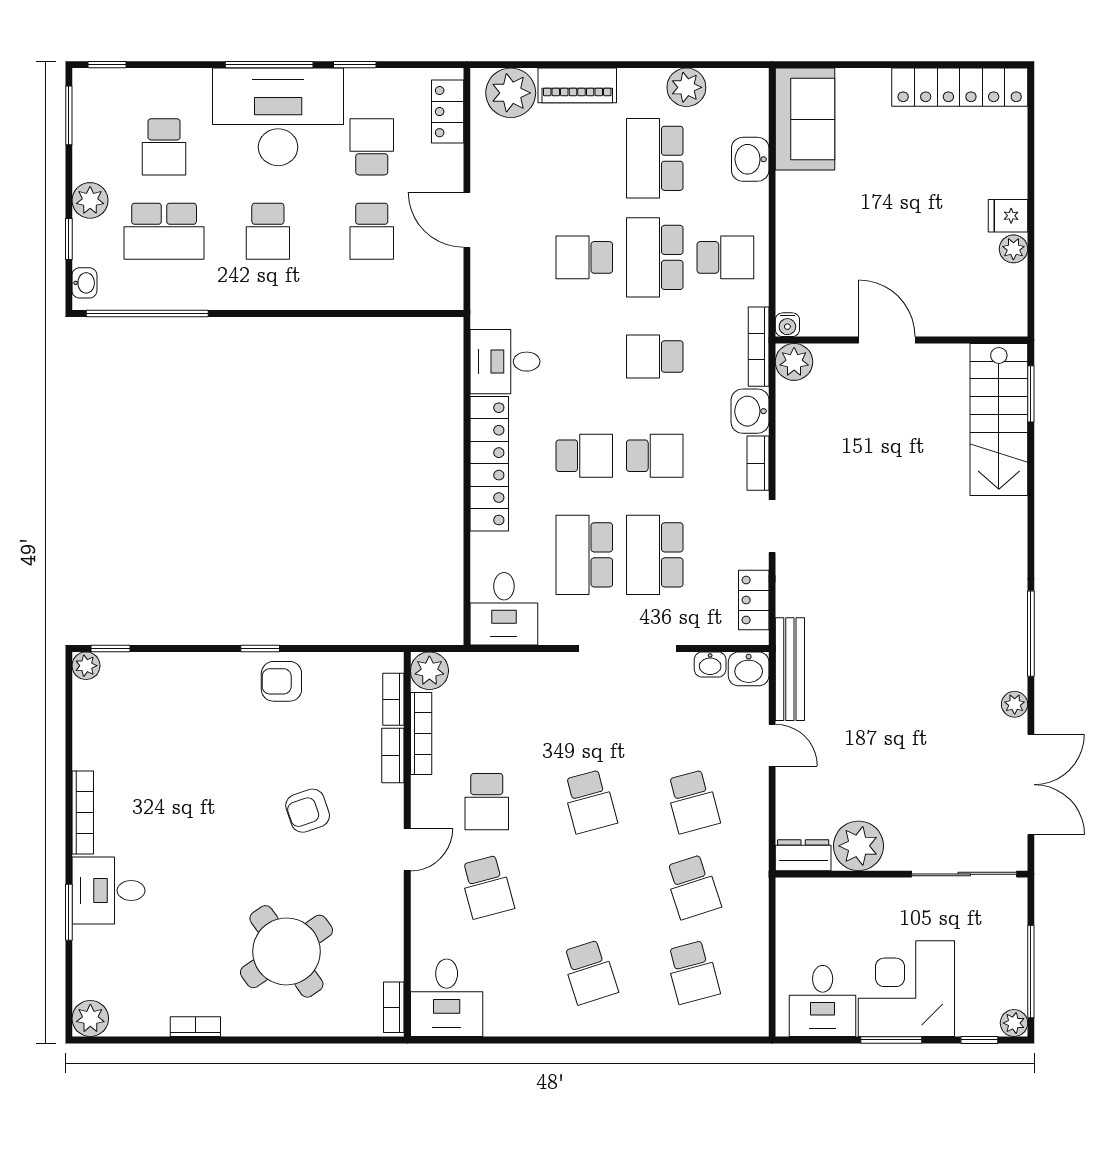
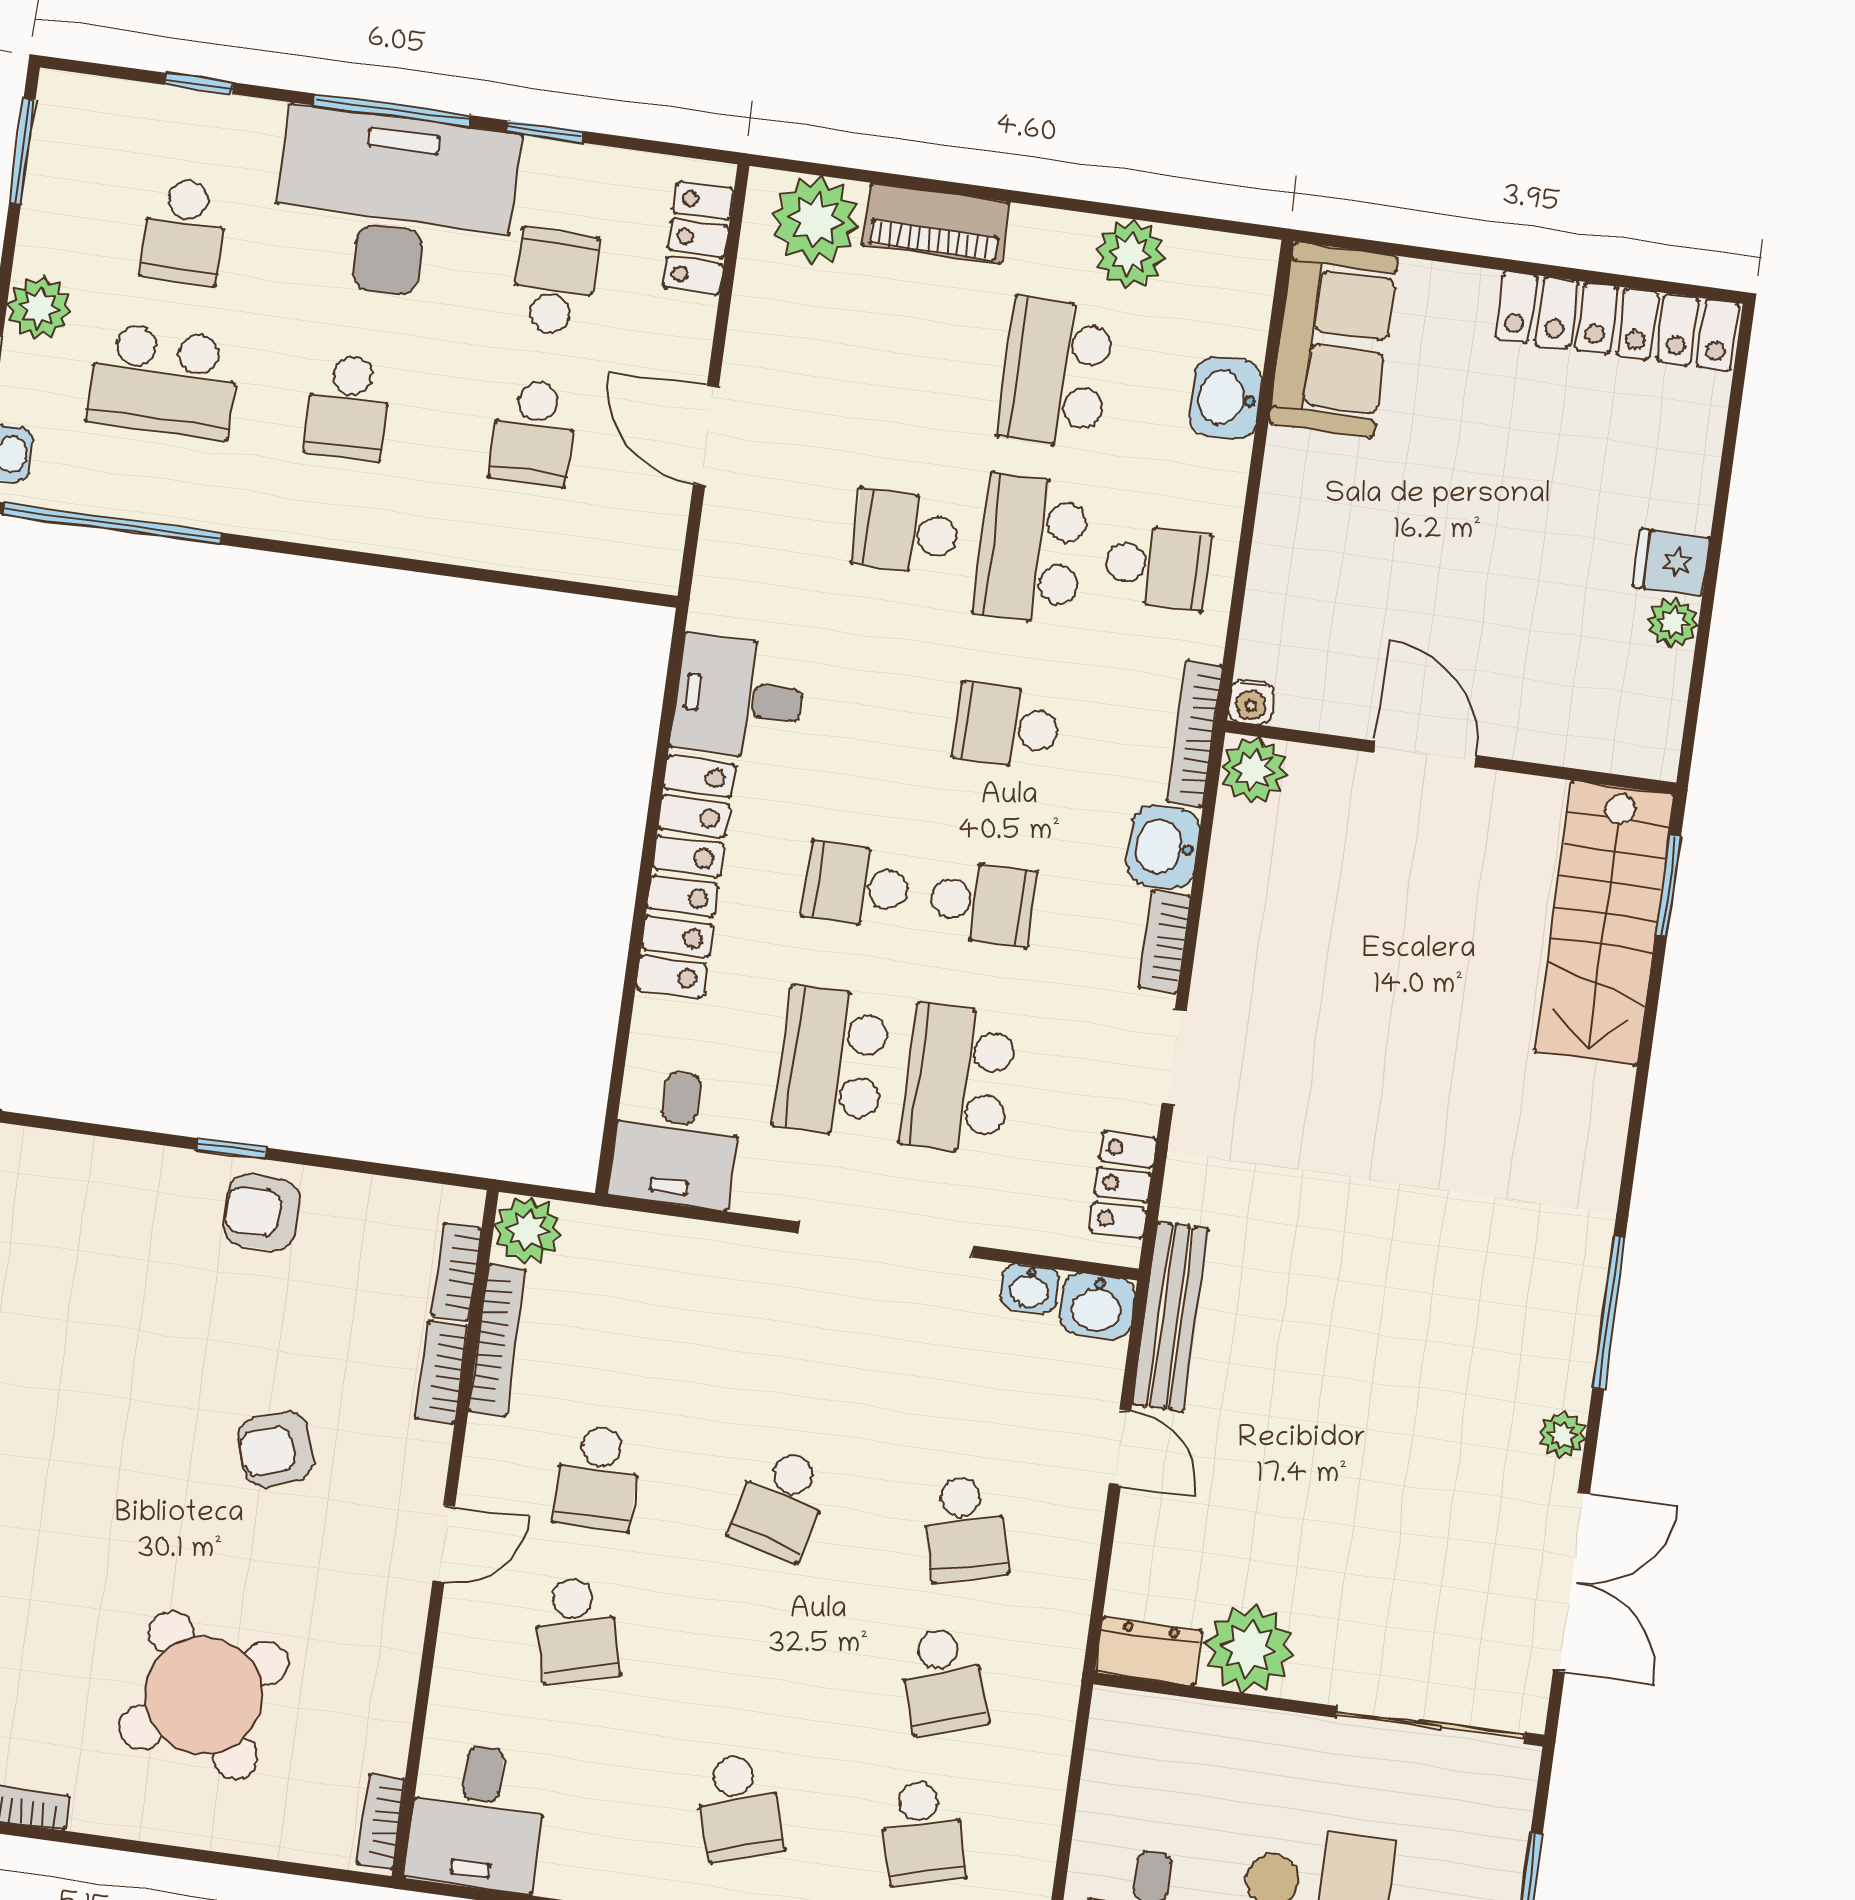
window: (107, 65) -> (199, 84), moved
school desk: (584, 456) -> (857, 885), turned 180
school desk: (590, 802) -> (781, 1503), turned 30

